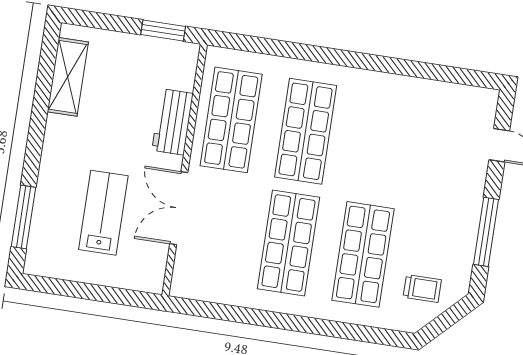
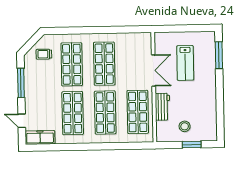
window: (163, 30) -> (192, 145), moved
stool: (130, 68) -> (185, 126), added
shelving: (68, 77) -> (210, 118), removed
freezer: (464, 100) -> (40, 137), added
shop shelf: (380, 143) -> (73, 113), added

